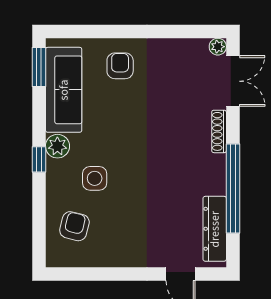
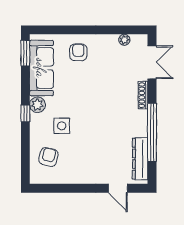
plant: (218, 47) -> (124, 40), moved

